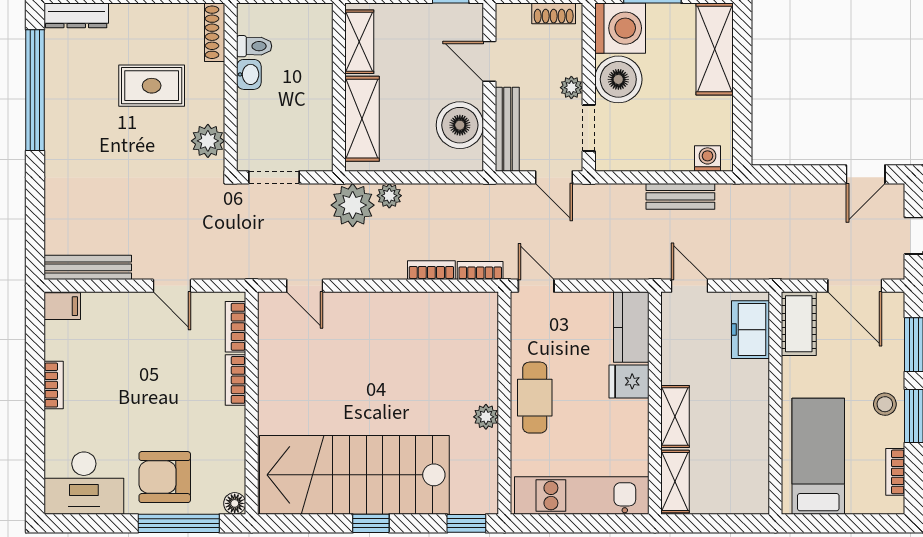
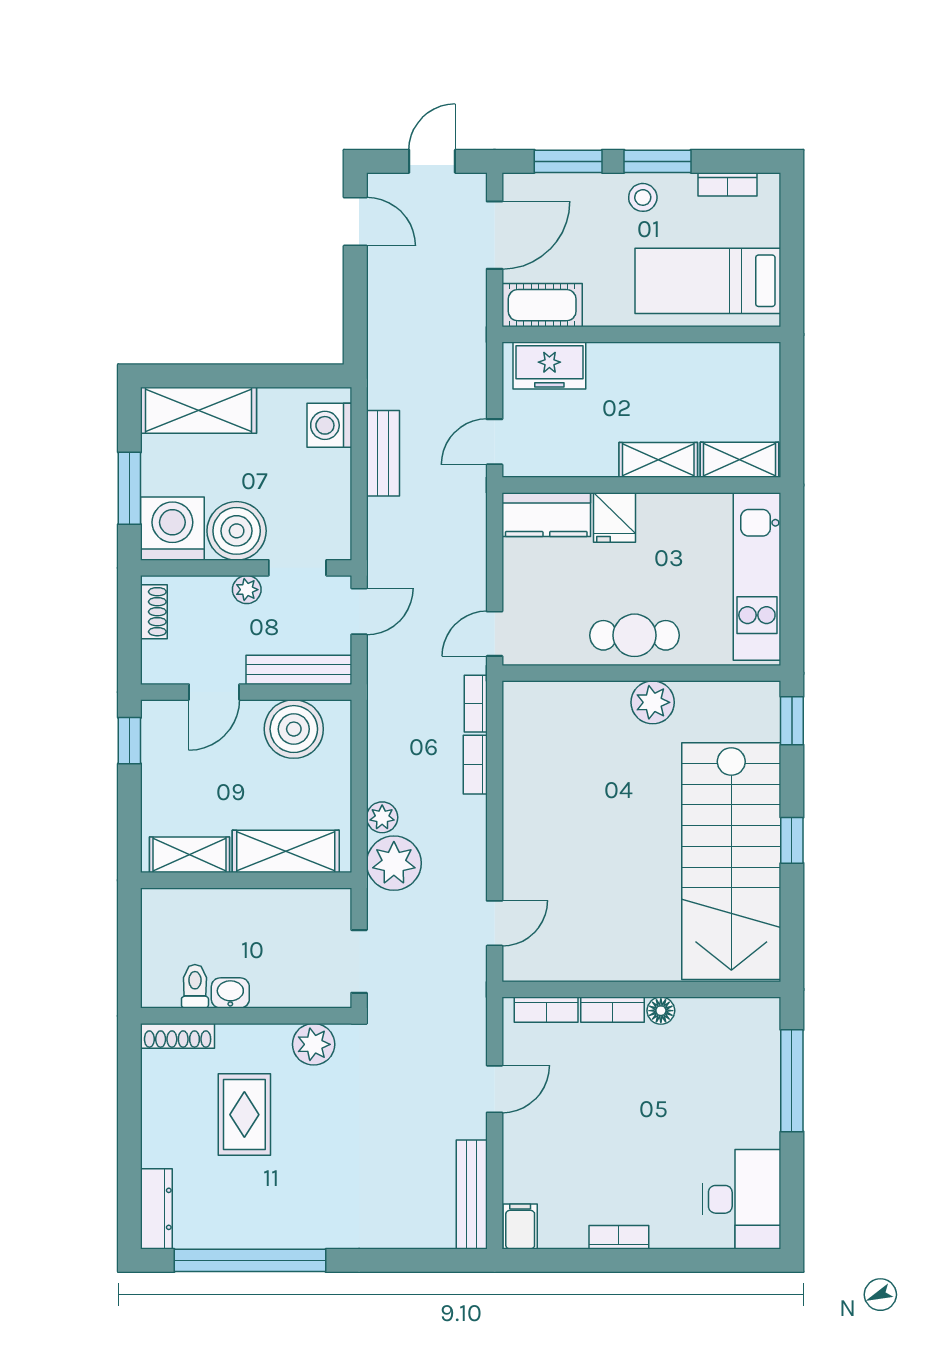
washing machine: (708, 158) -> (329, 425), width x1.38, depth x1.38
plant: (486, 417) -> (653, 702), width x1.38, depth x1.38
armchair: (165, 477) -> (734, 1098), removed
floor lamp: (235, 503) -> (661, 1011), moved

